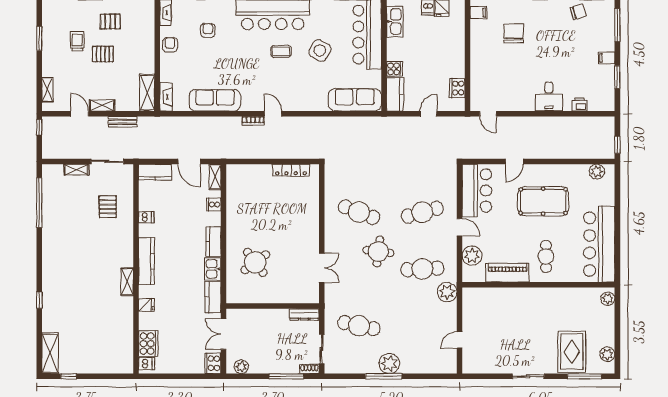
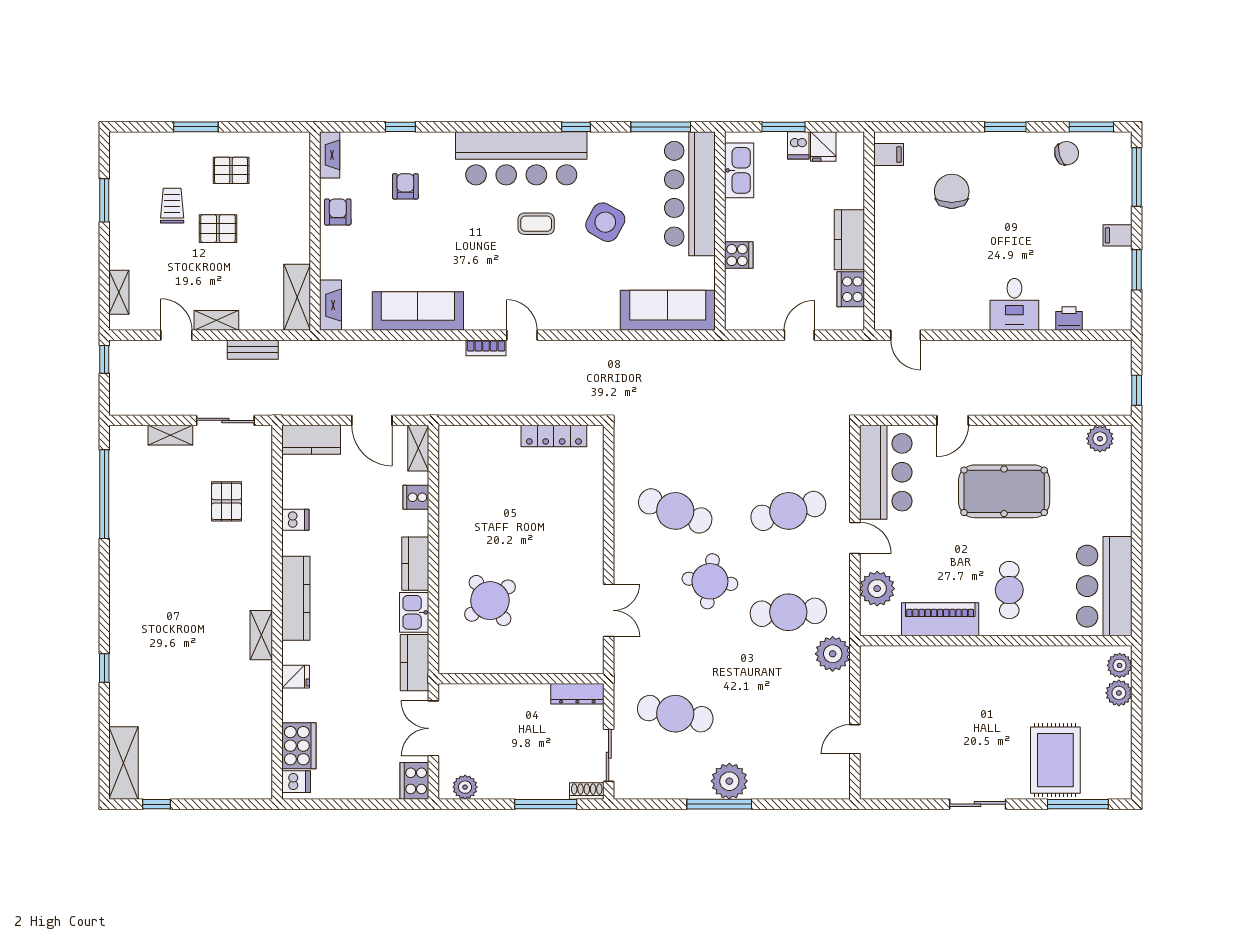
kitchen counter: (395, 94) -> (849, 240), moved, turned 180
bar counter: (599, 244) -> (1104, 586), width x0.73
plant: (607, 354) -> (1119, 693), moved

